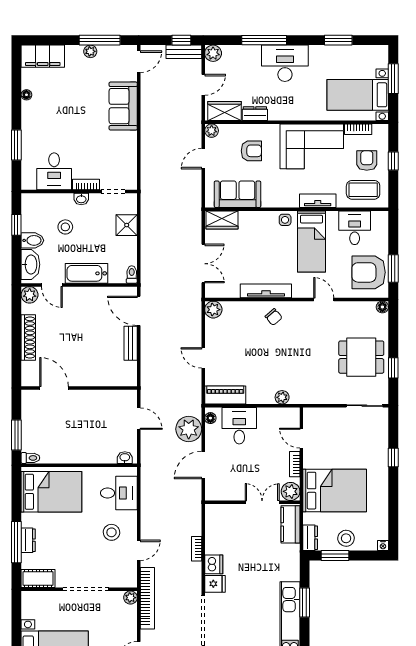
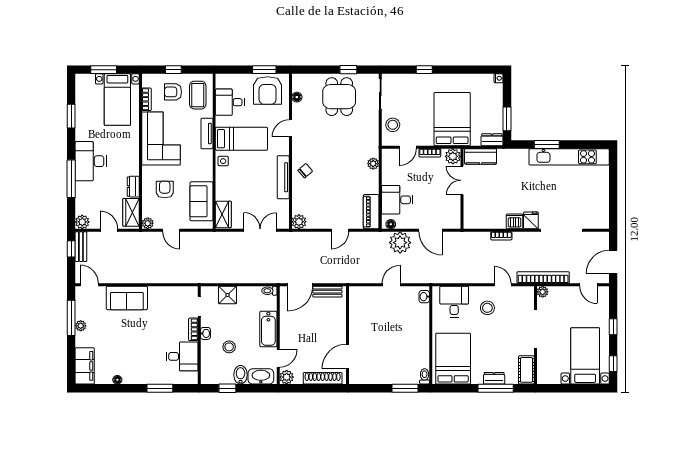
floor lamp: (382, 307) -> (297, 97), moved
door: (54, 388) -> (348, 356), moved
wall: (79, 388) -> (348, 335), moved
stool: (346, 538) -> (393, 125), moved

